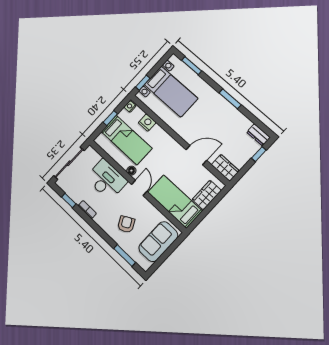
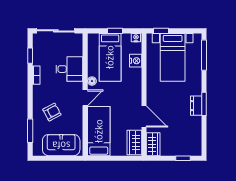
window: (192, 66) -> (204, 55), width x1.44
dresser: (258, 135) -> (196, 106), moved
desk: (106, 180) -> (69, 69), width x0.73
wardrobe: (207, 195) -> (134, 143), moved, turned -90

